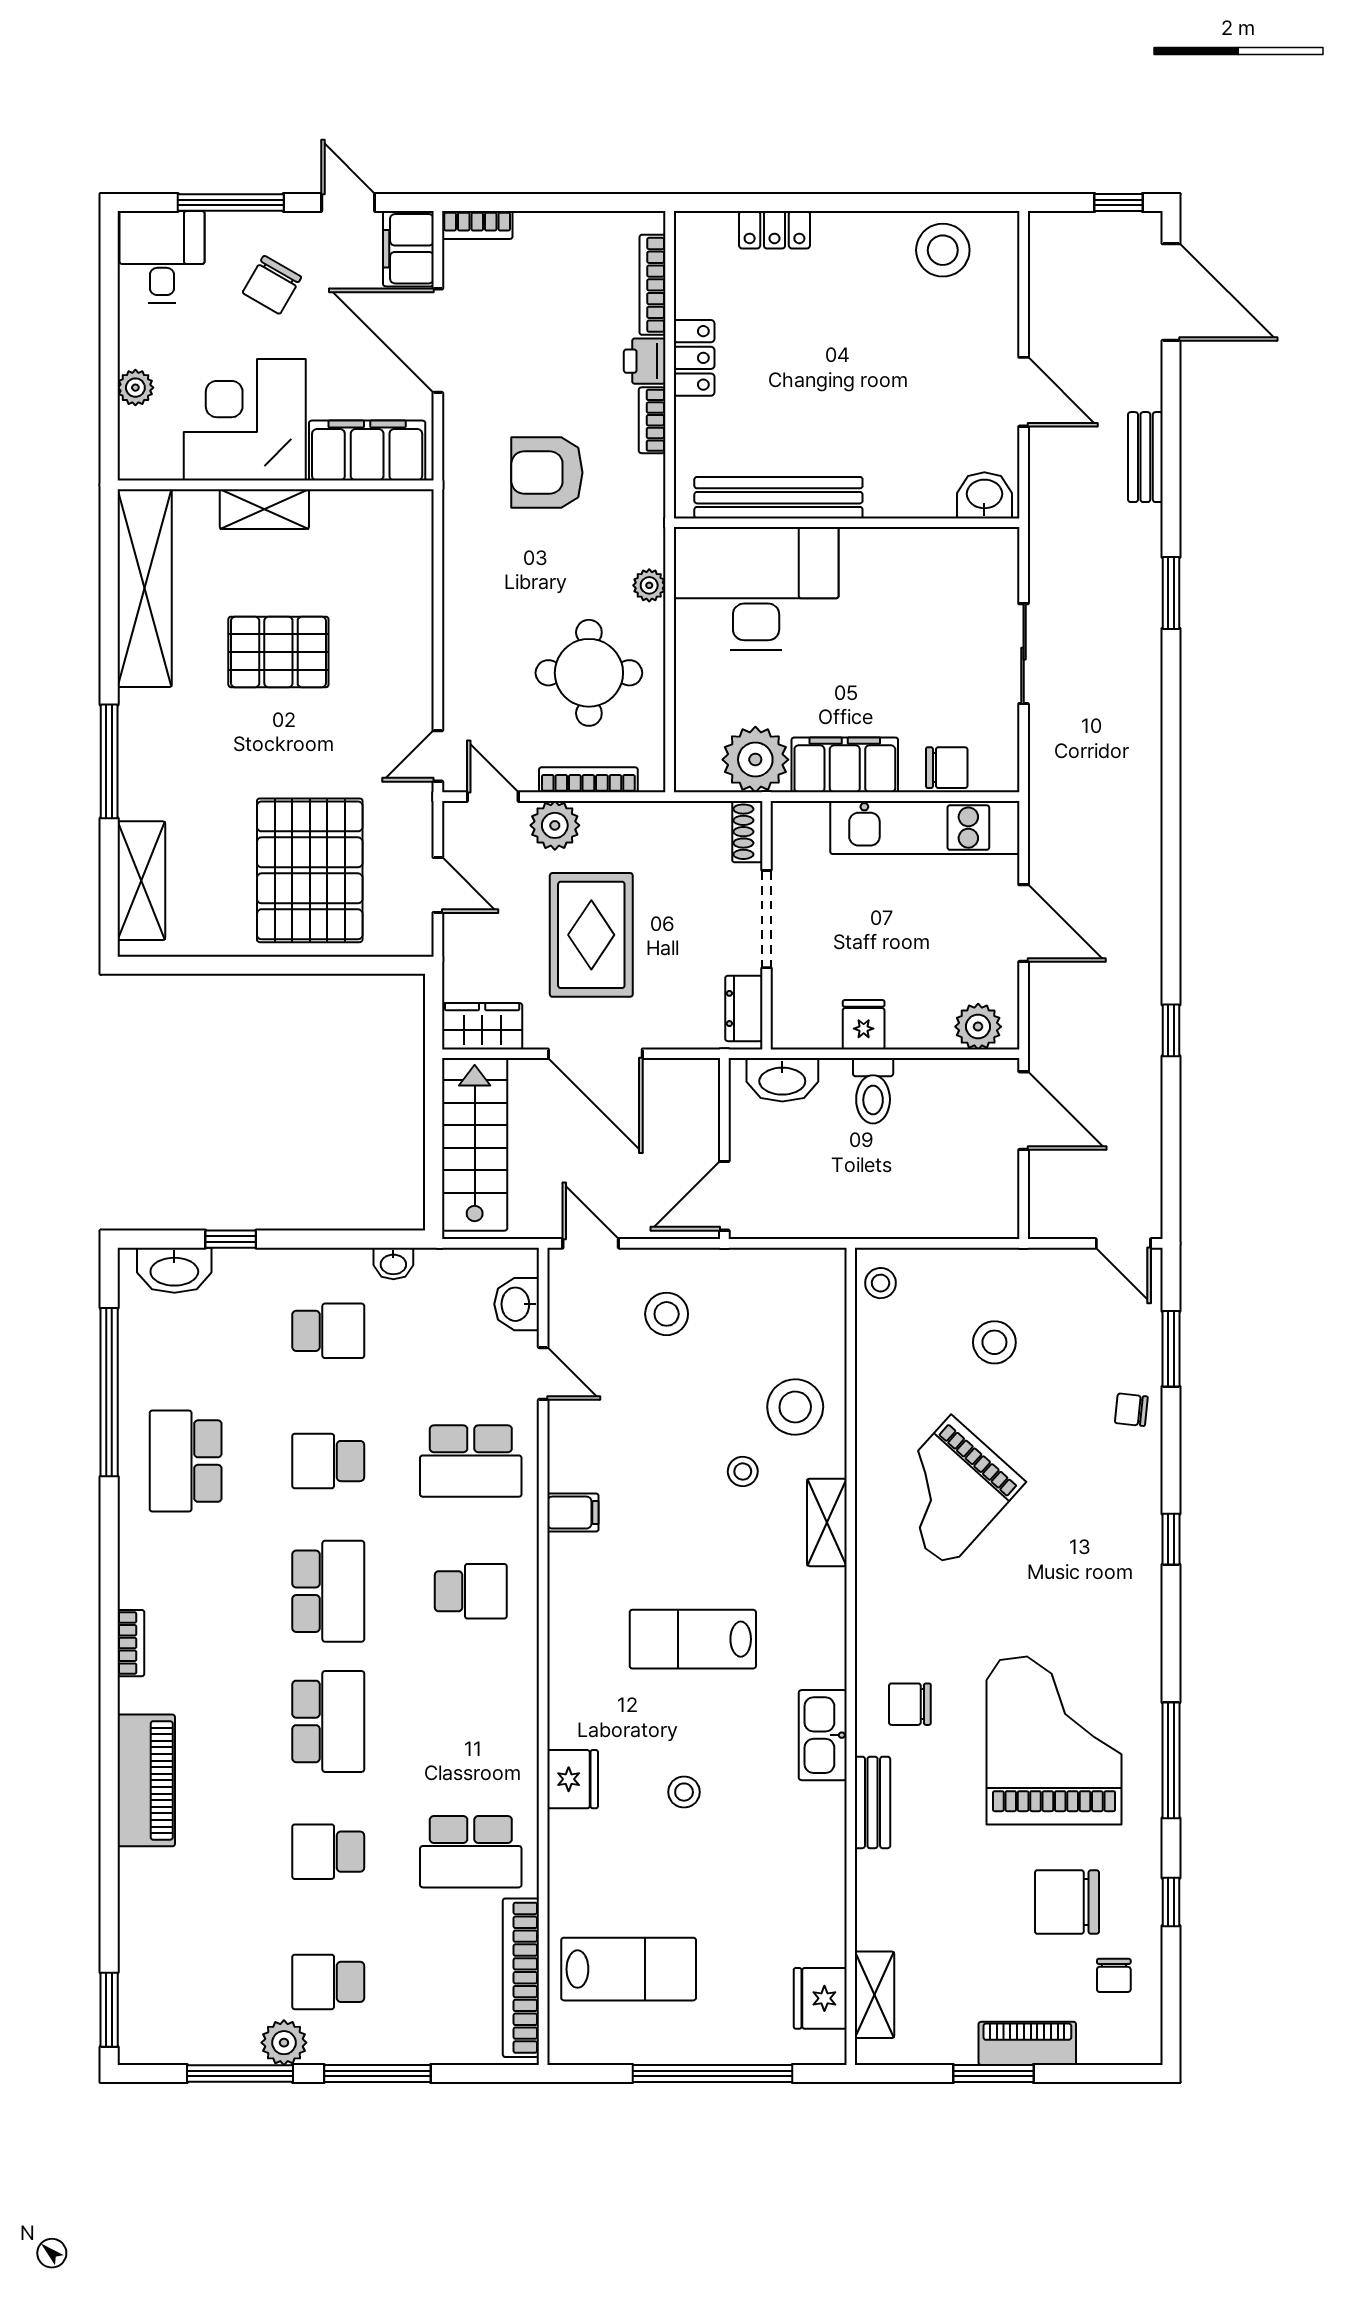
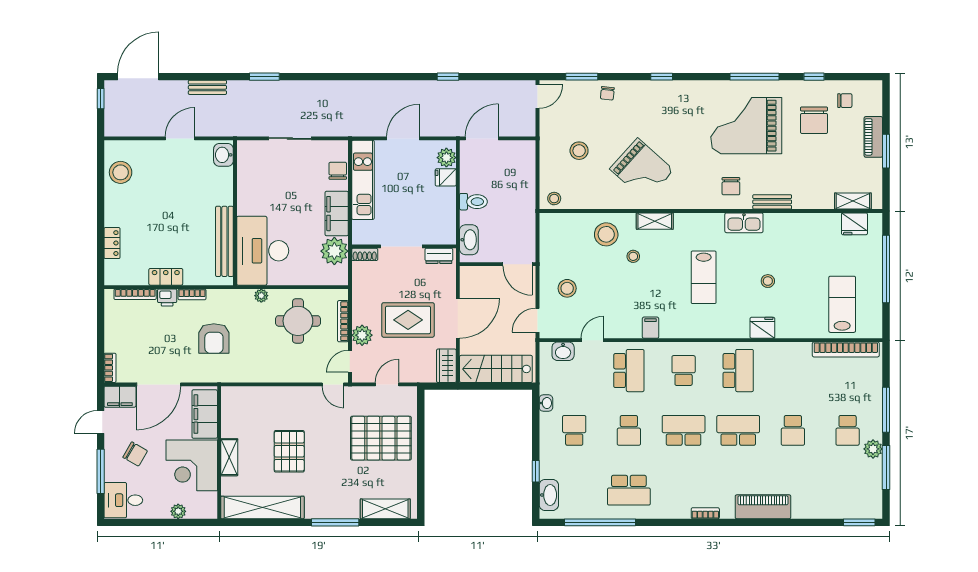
fridge: (864, 1025) -> (446, 177), moved
school desk: (471, 1852) -> (738, 371), moved

